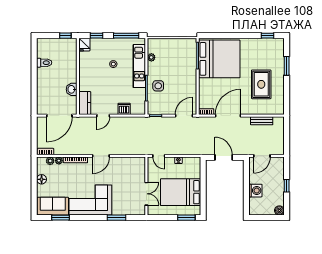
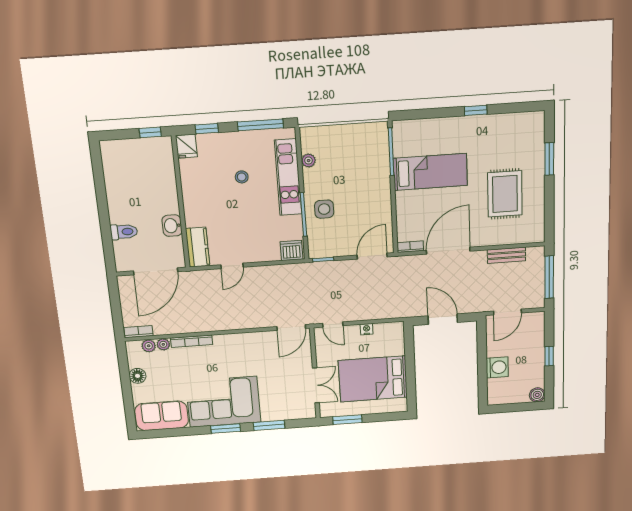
window: (267, 36) -> (476, 110), moved
bed: (219, 59) -> (430, 172), width x0.49
toilet: (44, 63) -> (124, 232), moved
dishwasher: (124, 109) -> (291, 251), moved
window: (287, 136) -> (549, 277), added
door: (101, 156) -> (291, 328), moved
window: (60, 218) -> (225, 429), moved
window: (186, 218) -> (347, 420), moved

